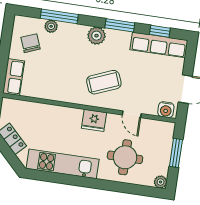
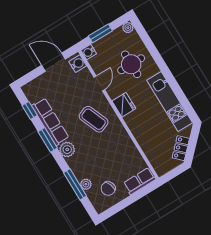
row of seats: (159, 45) -> (50, 122), moved
water cooler: (168, 128) -> (89, 52), added

